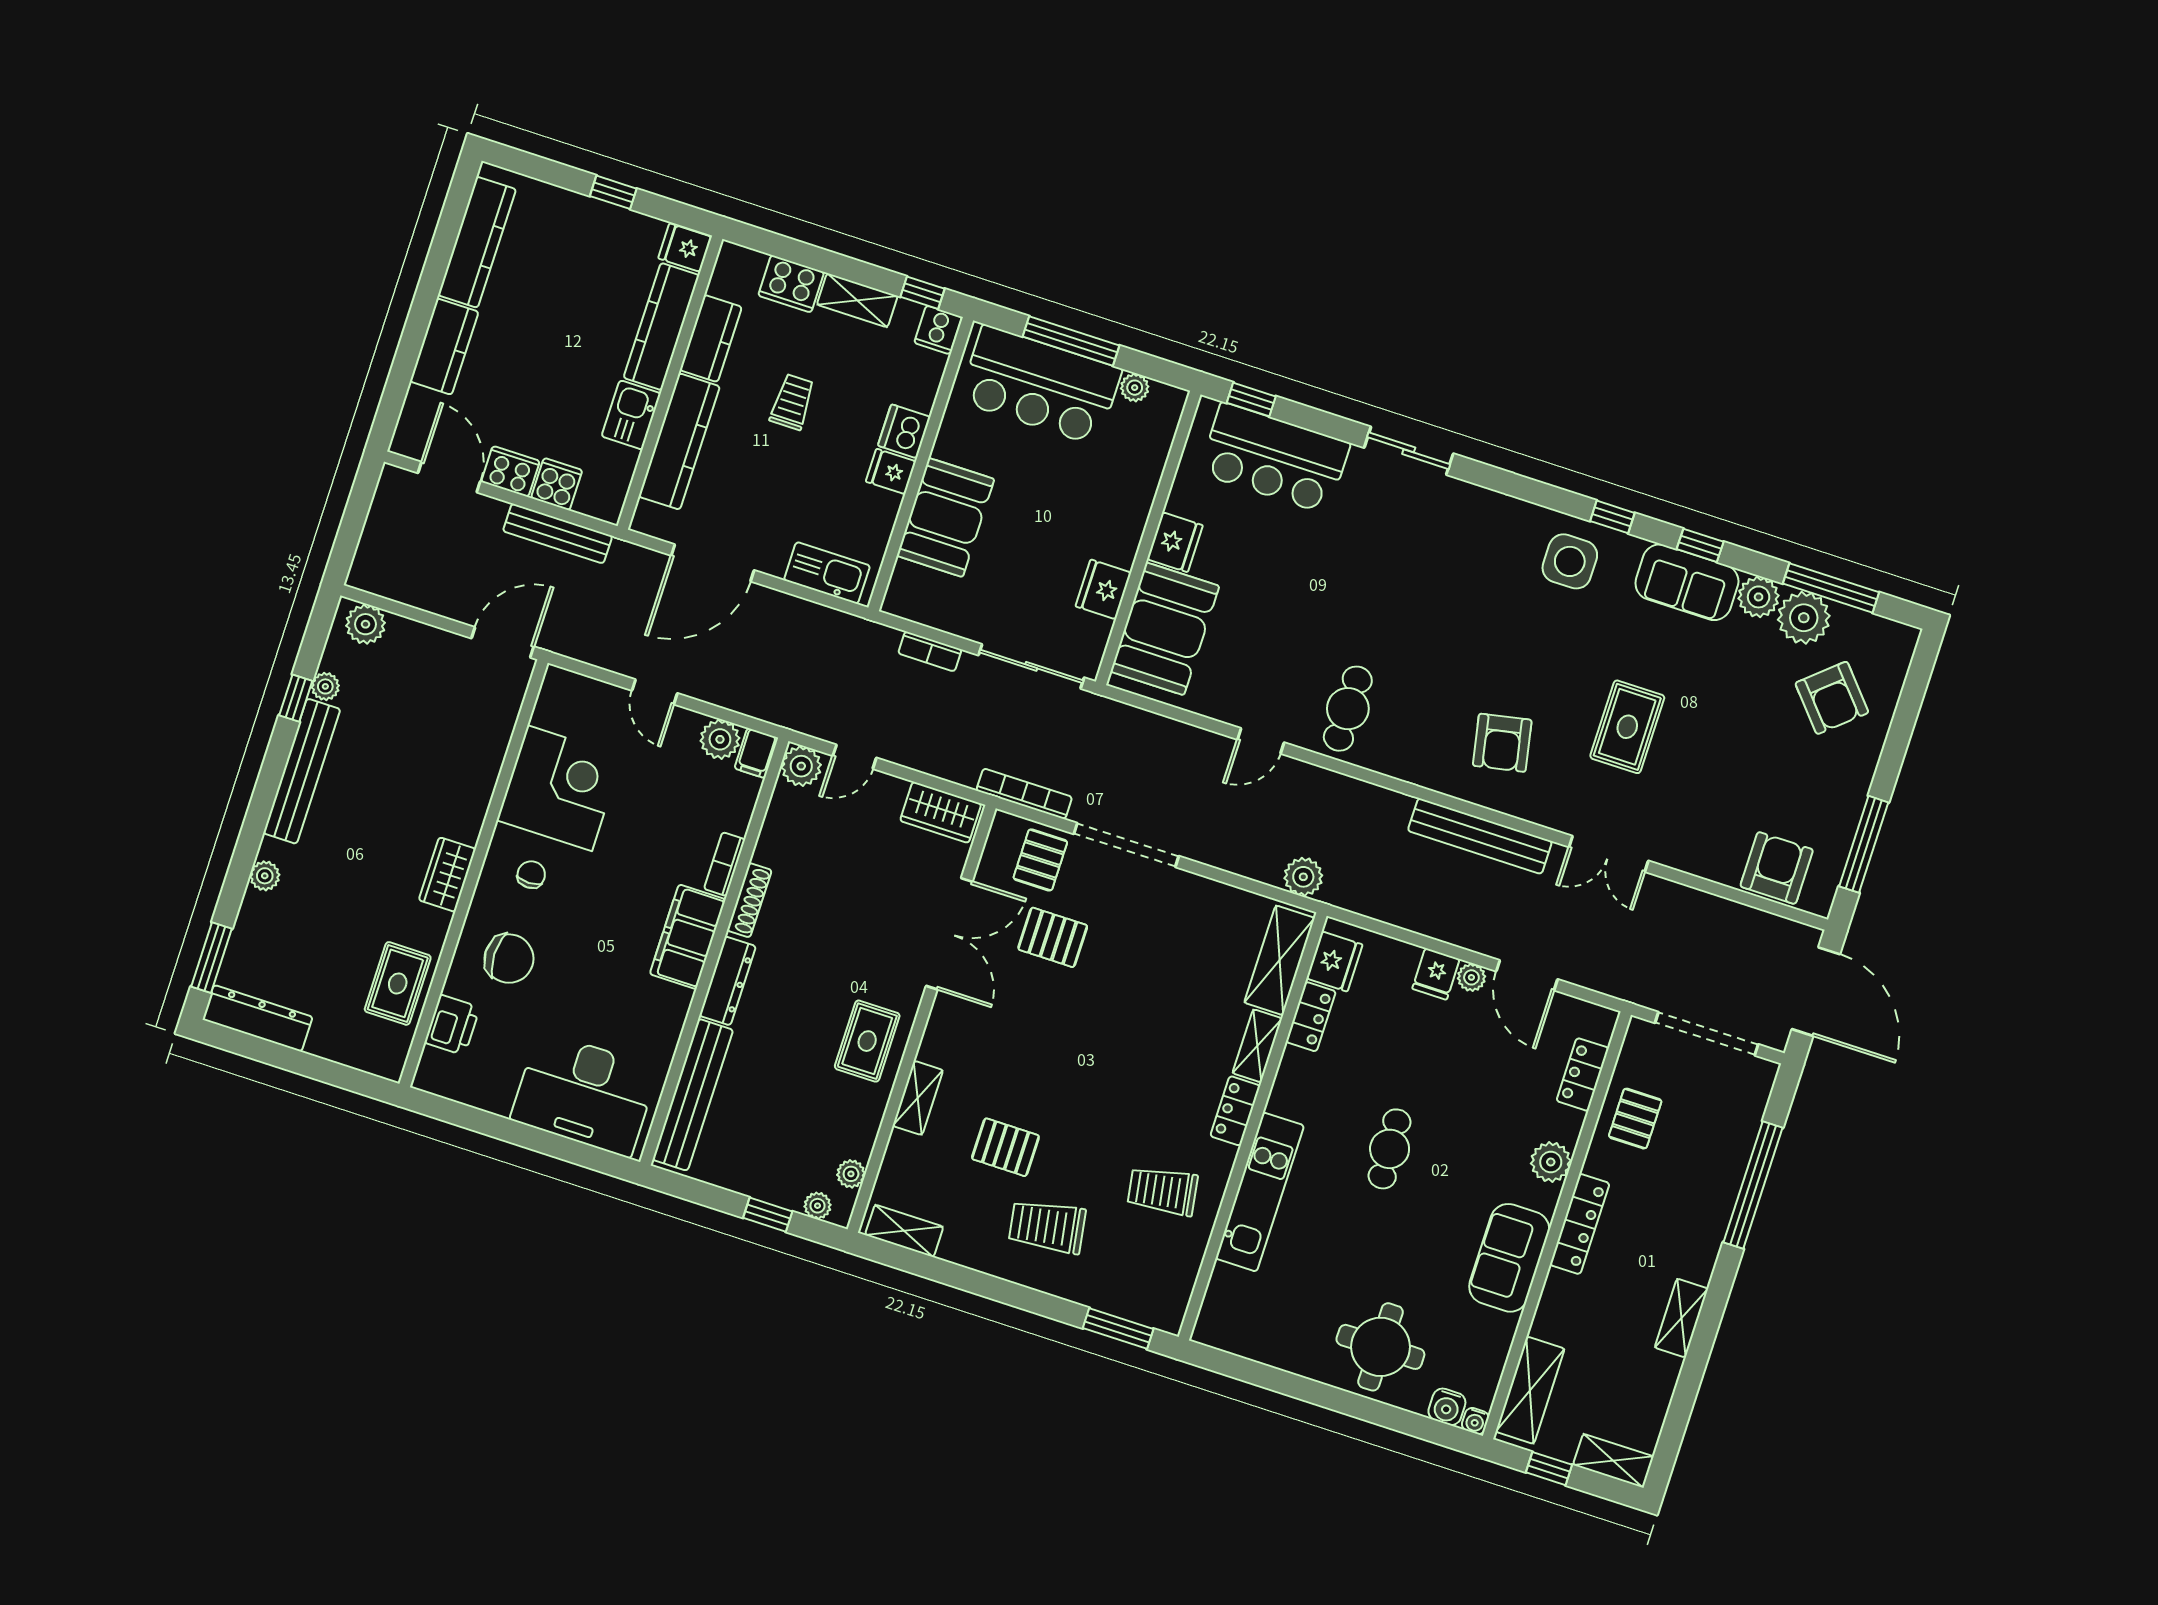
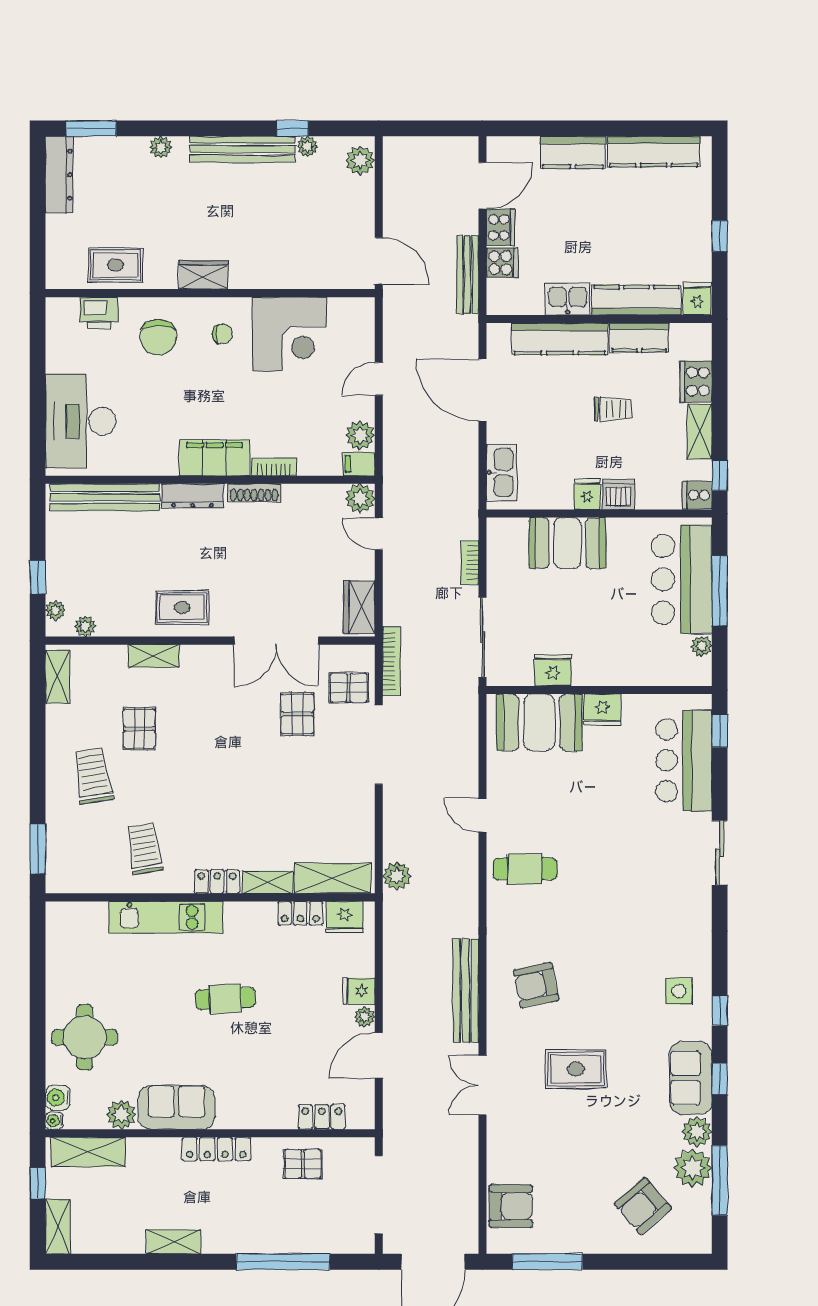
side table: (1570, 561) -> (679, 991), width x0.73, depth x0.73
plant: (1551, 1162) -> (121, 1115), moved

